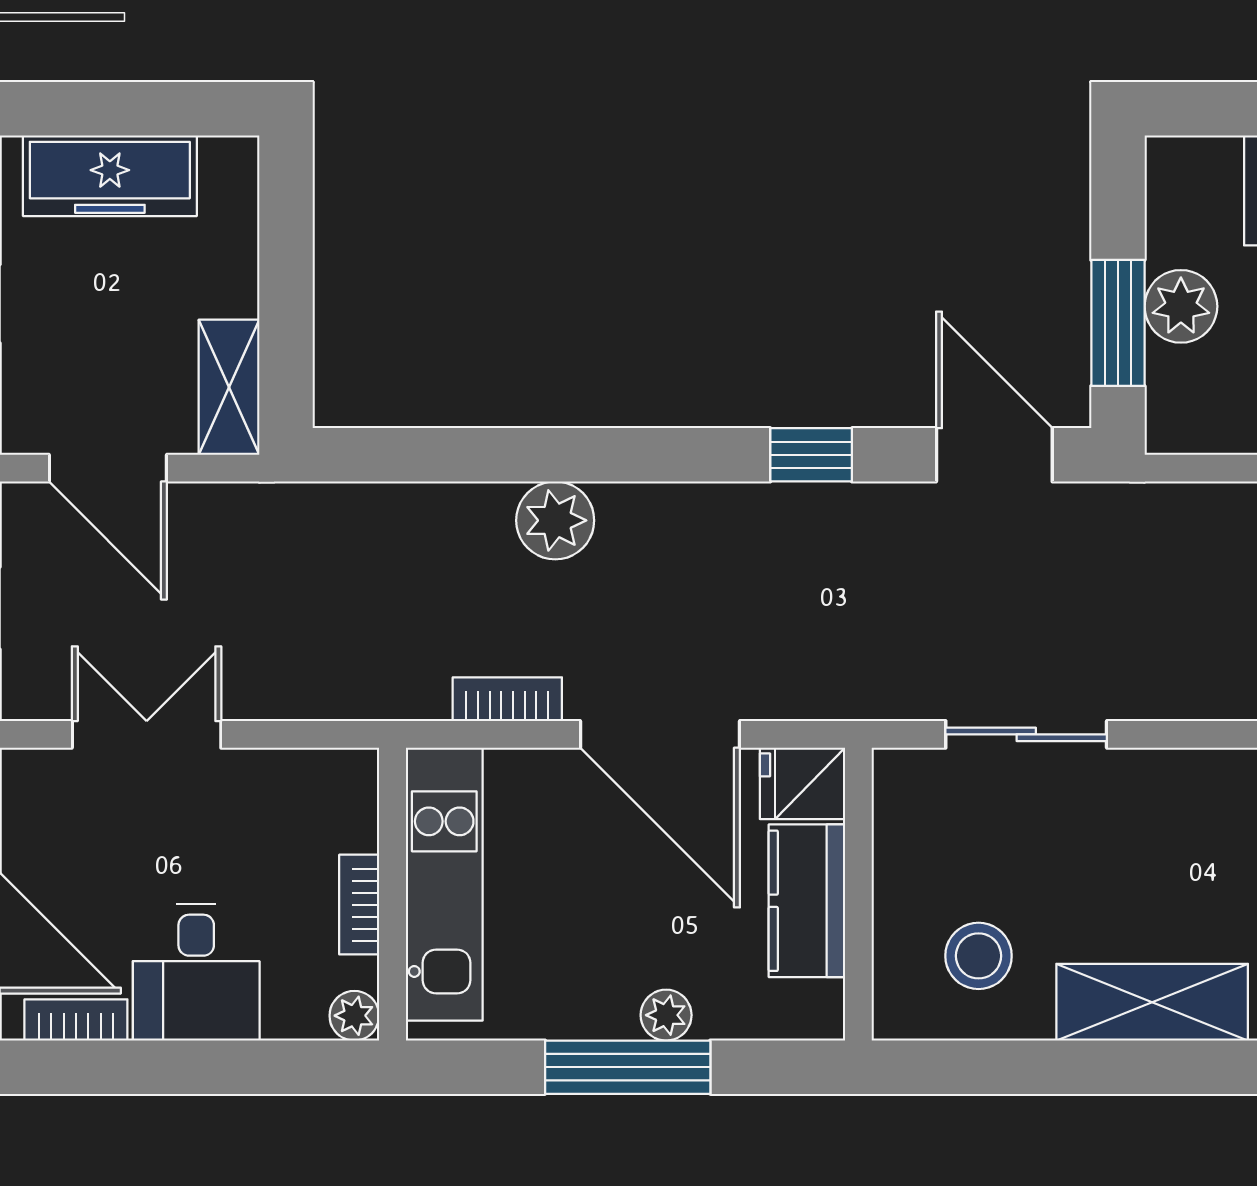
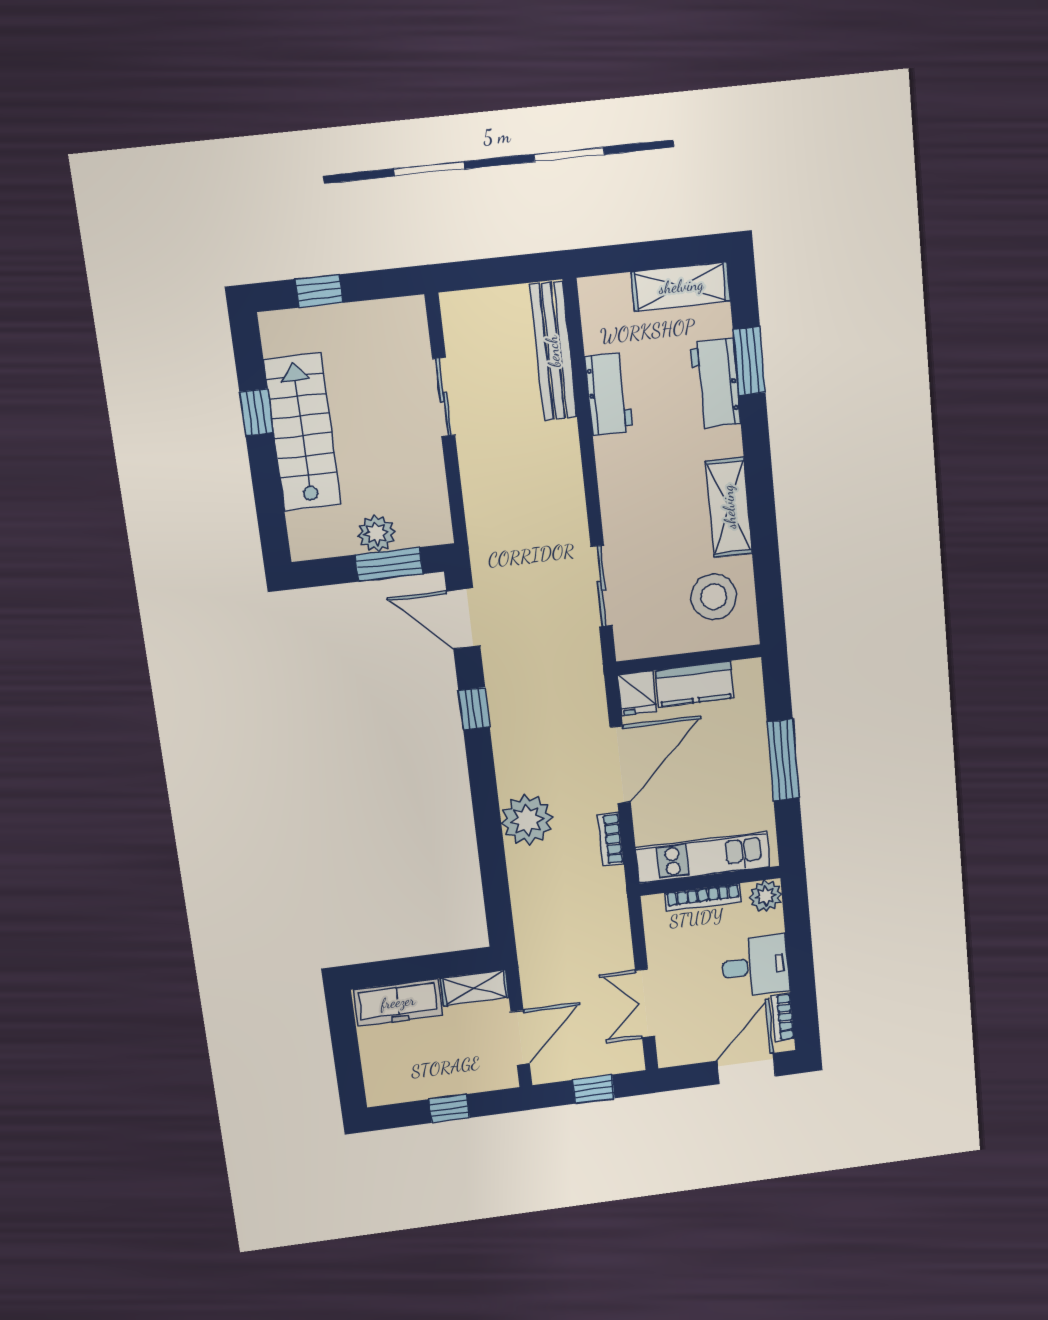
freezer: (110, 176) -> (398, 1002), moved, turned 90
door: (994, 455) -> (463, 619), hinge flipped
plant: (555, 520) -> (527, 820), width x1.36, depth x1.36
bookcase: (359, 905) -> (703, 897), width x1.56
stool: (979, 956) -> (714, 597), width x1.38, depth x1.38
plant: (666, 1015) -> (756, 745), removed
plant: (354, 1016) -> (766, 896), width x1.38, depth x1.38

